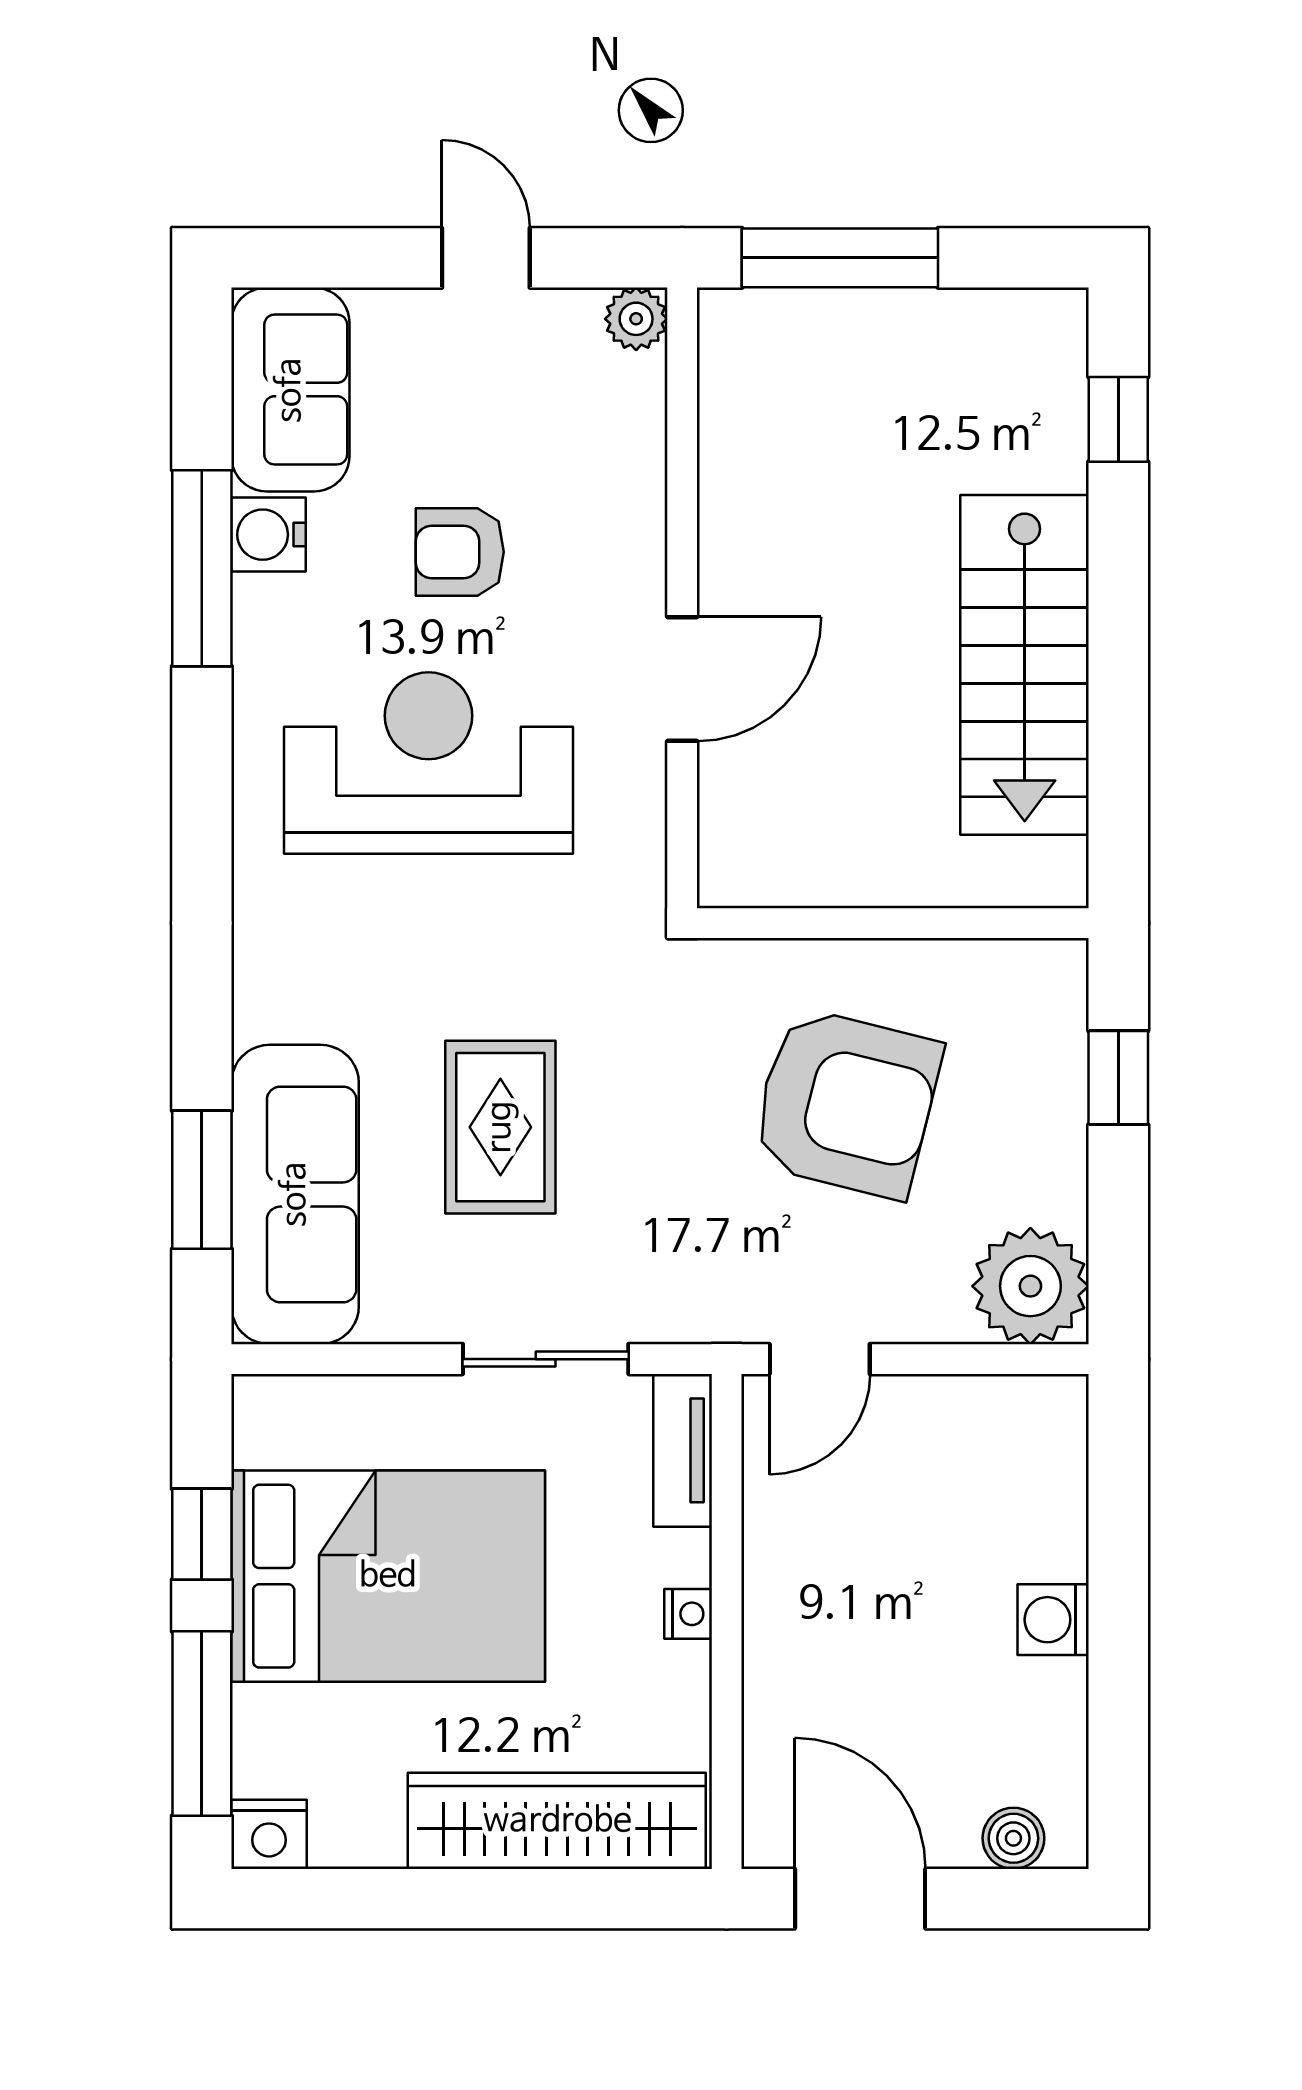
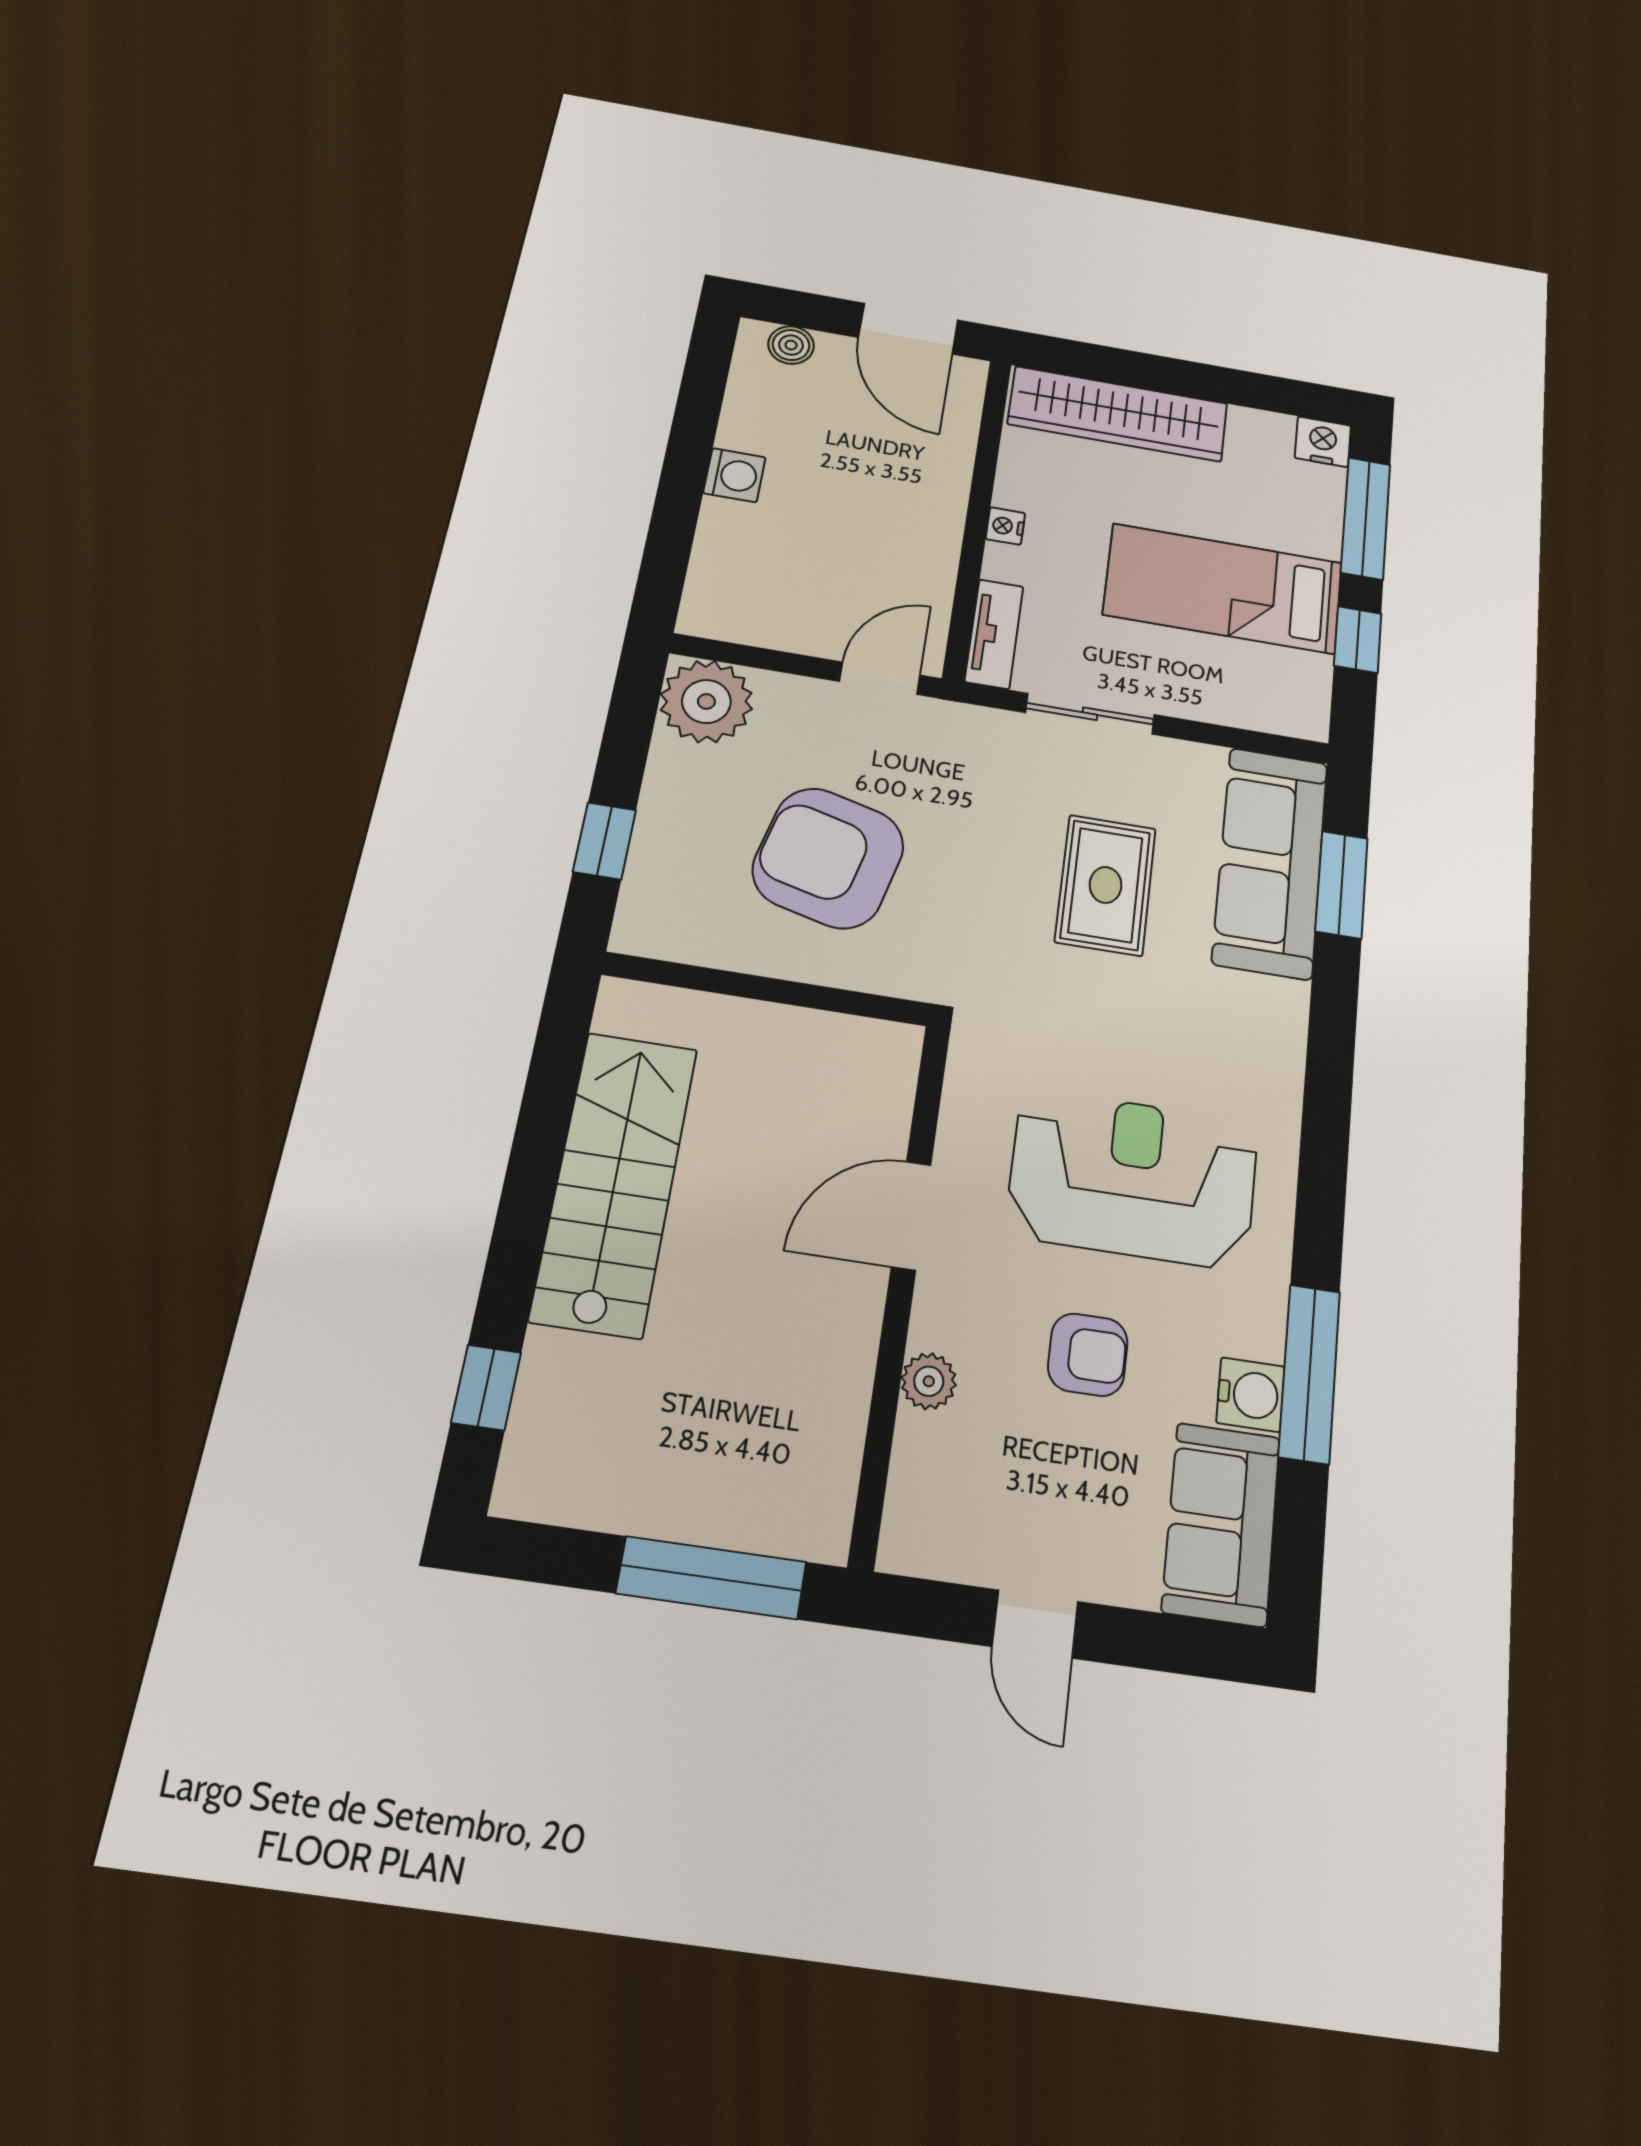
plant: (636, 319) -> (929, 1381), moved
reception desk: (428, 763) -> (1133, 1178), turned 180
bed: (388, 1576) -> (1223, 589), width x0.67

